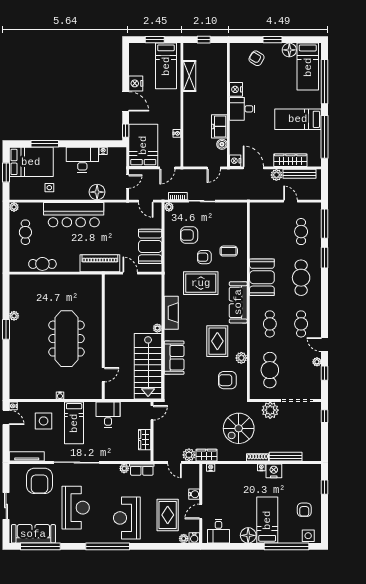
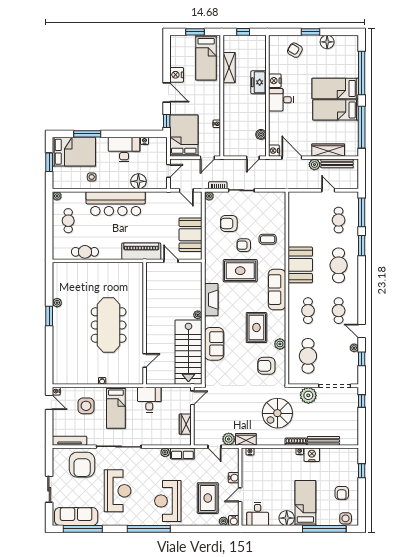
bed: (308, 67) -> (335, 88), moved, turned 90
freezer: (219, 126) -> (258, 82), moved

